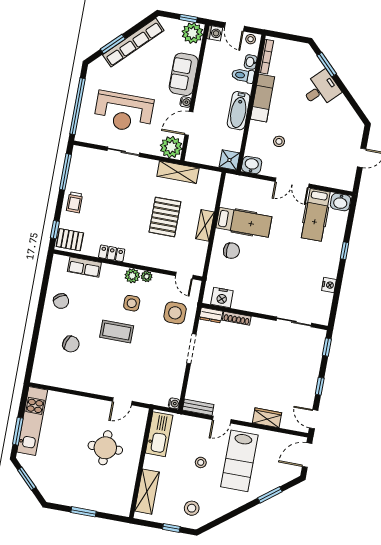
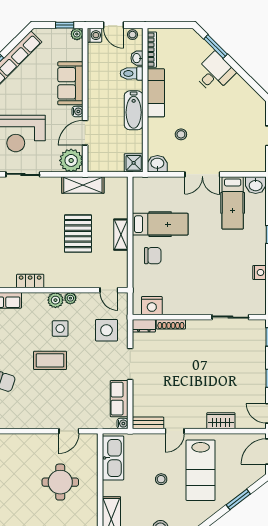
plant: (192, 33) -> (77, 34), width x0.53, depth x0.53
row of seats: (175, 379) -> (119, 399), added

